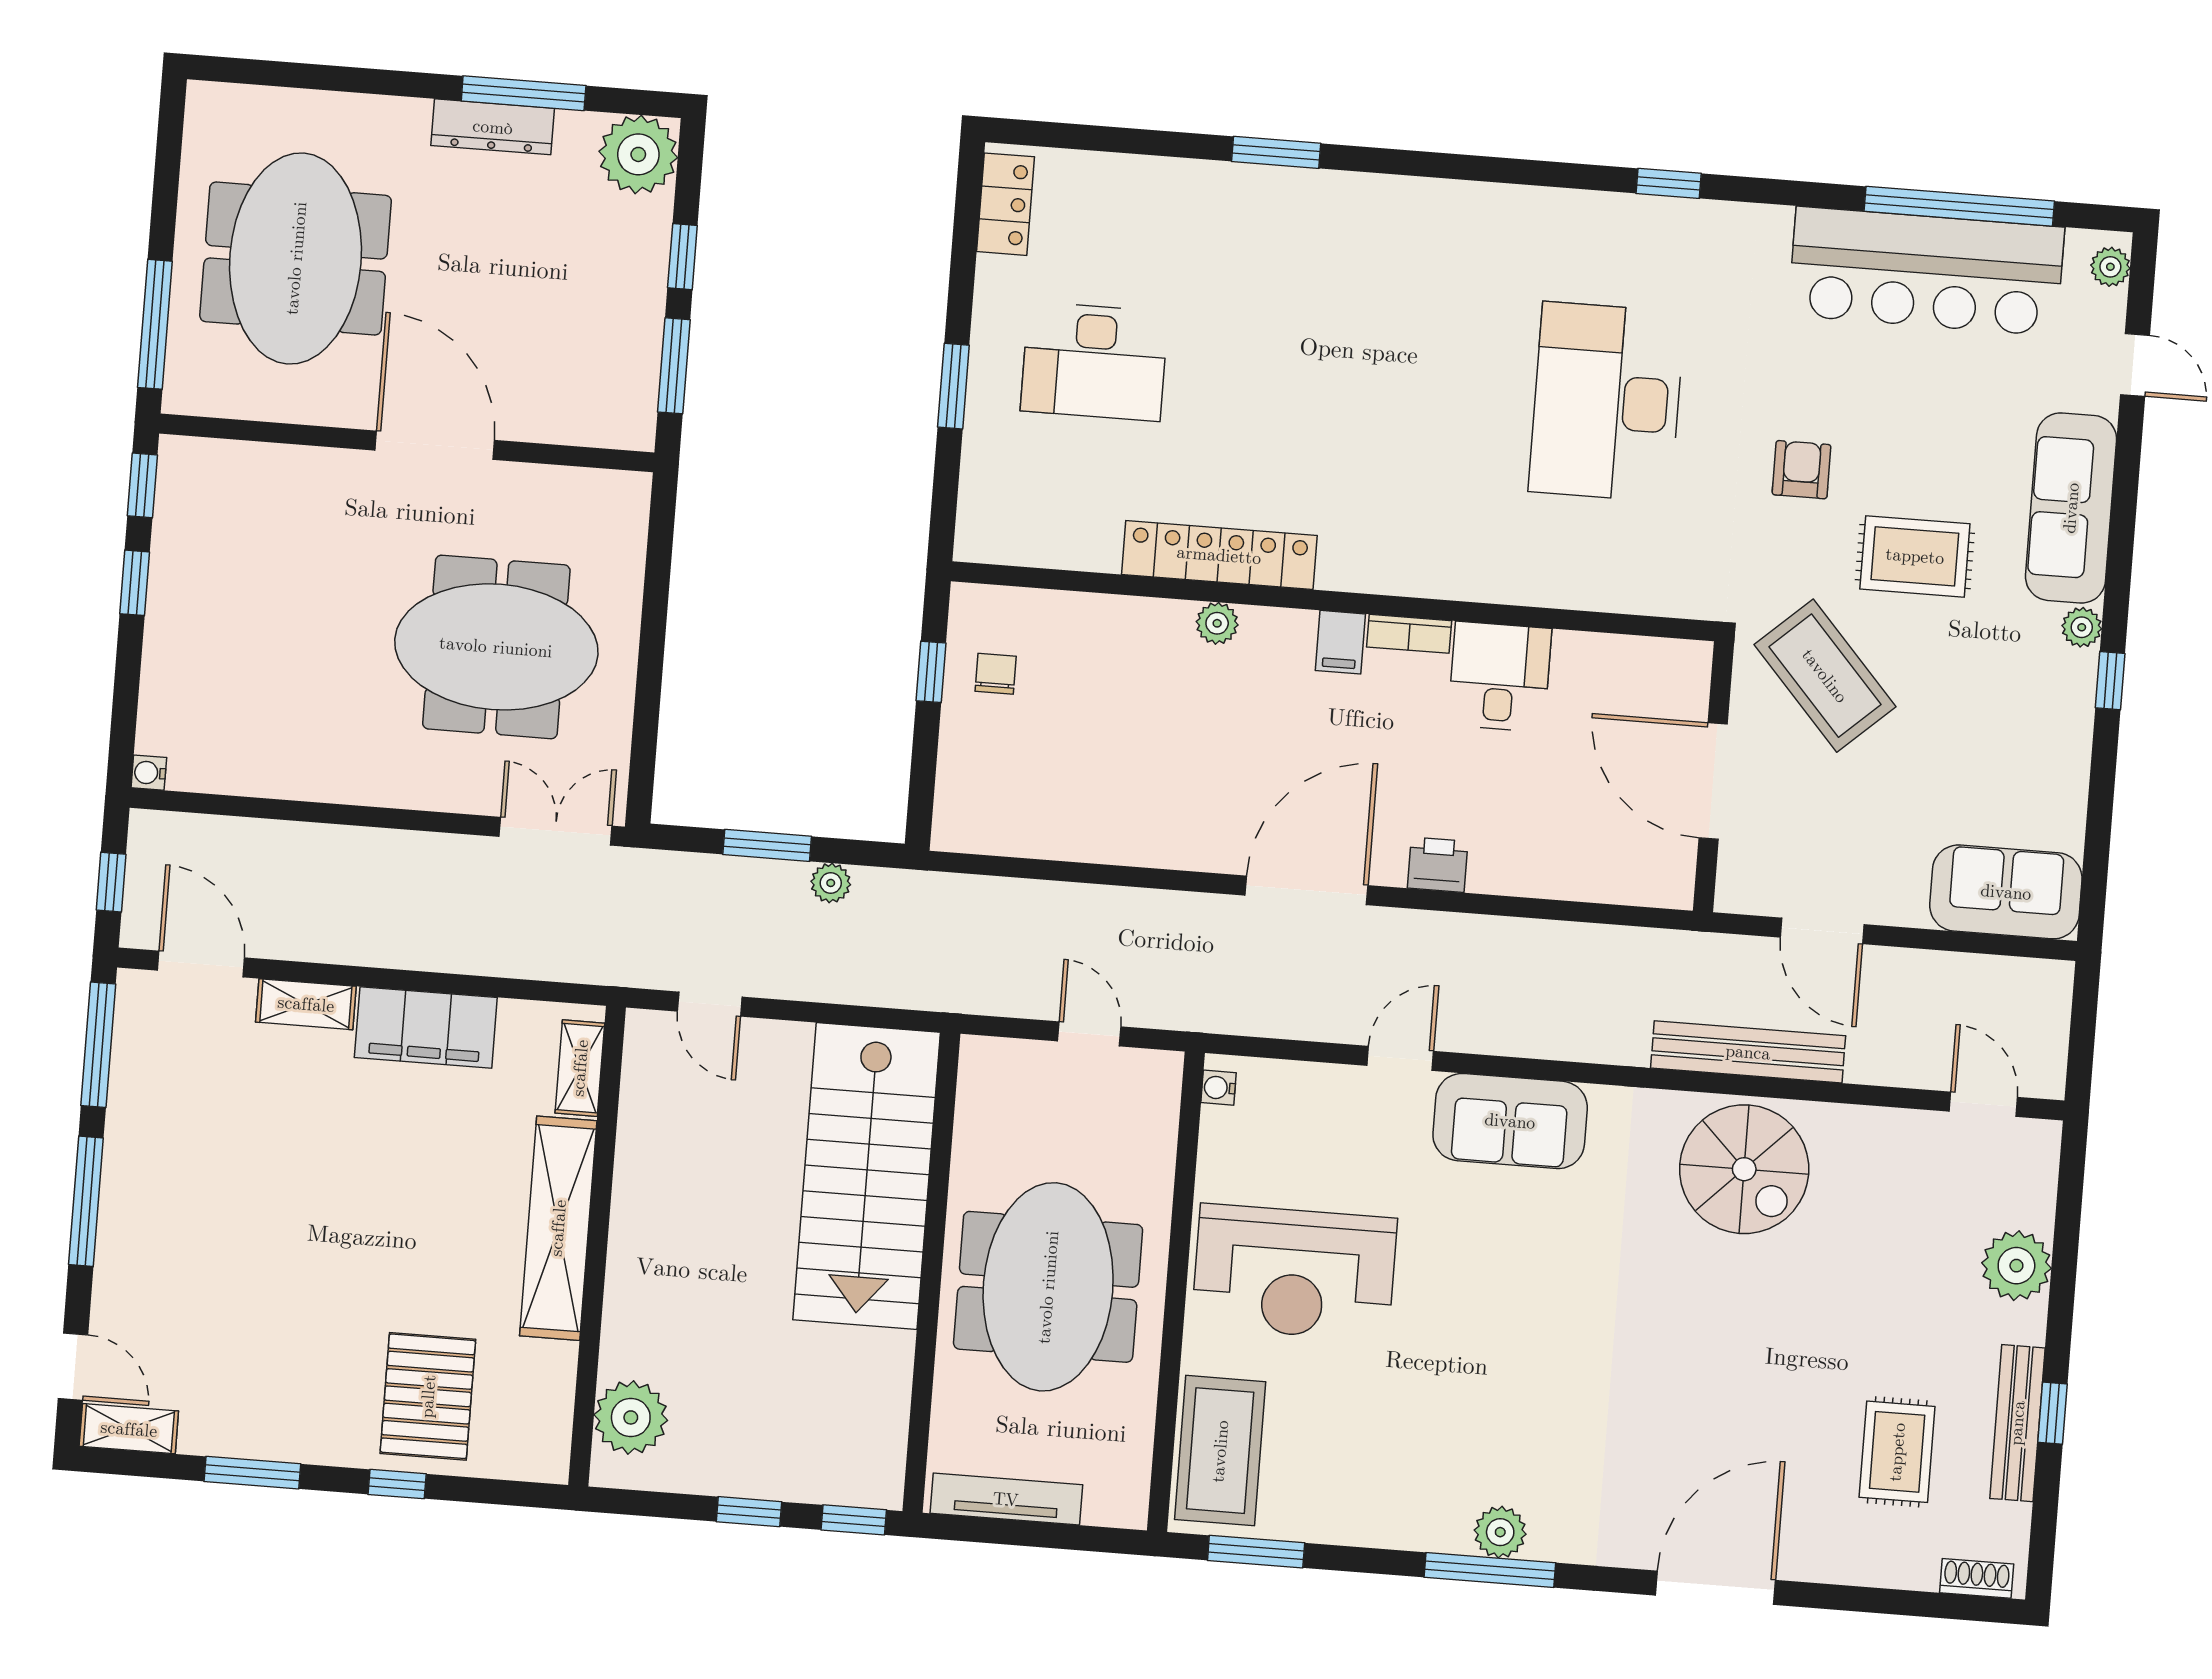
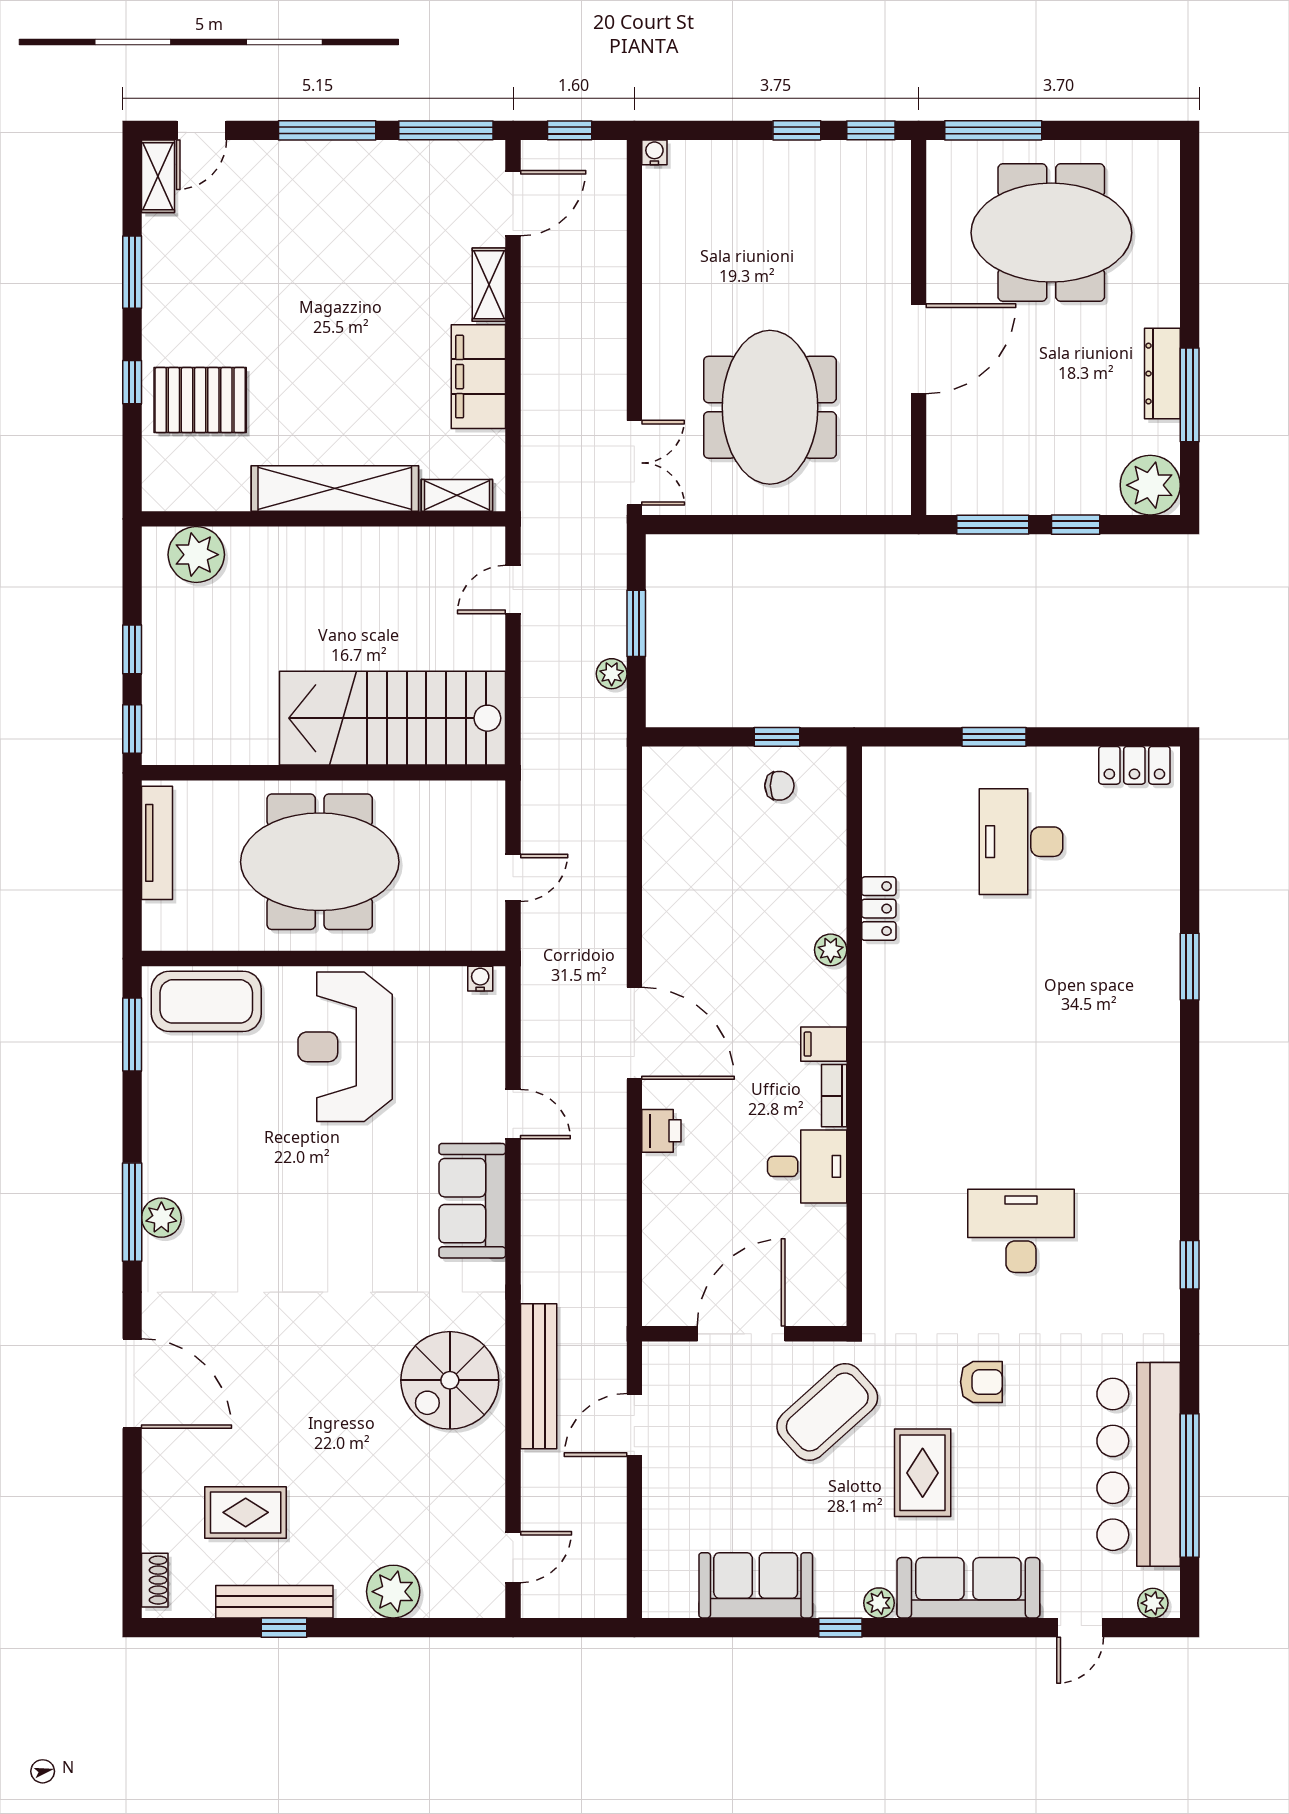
desk: (1607, 402) -> (1021, 1231), width x0.73, depth x0.77
locker: (1219, 555) -> (879, 909), width x0.46, depth x0.83
sofa: (2006, 892) -> (756, 1585), moved, turned -90

